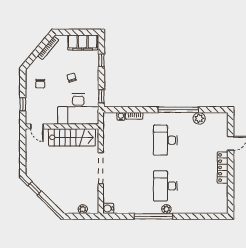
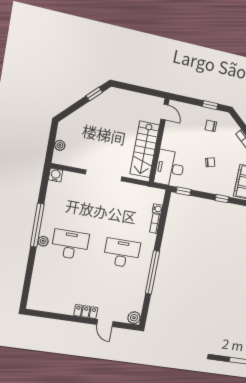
window: (23, 104) -> (210, 105), moved
desk: (78, 109) -> (170, 168), width x0.73, depth x0.77
plant: (199, 118) -> (134, 318), moved
door: (37, 126) -> (165, 112), swing flipped
locker: (223, 167) -> (86, 312), width x0.66

